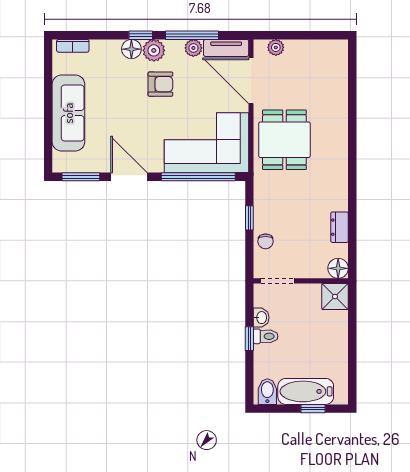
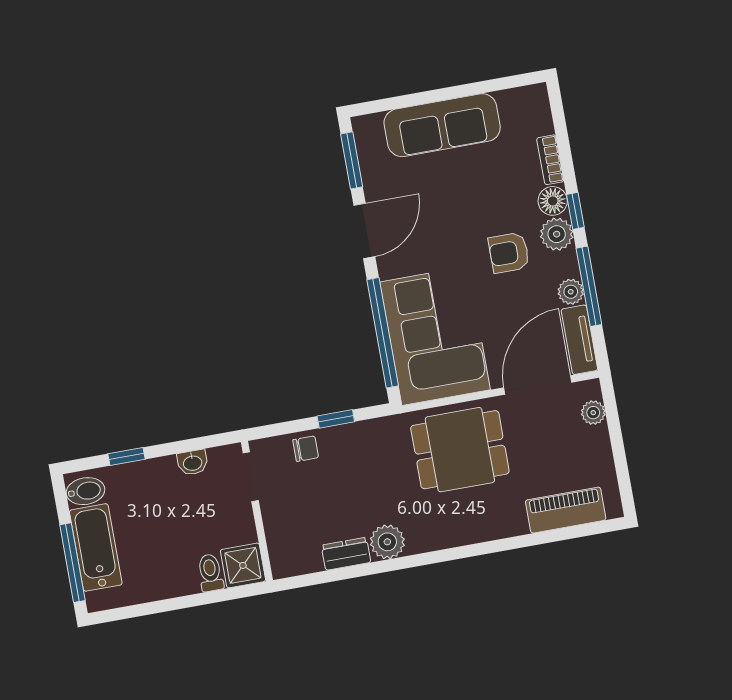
bookcase: (73, 46) -> (550, 160), moved
piano: (337, 77) -> (566, 510), added
armchair: (160, 84) -> (509, 253), turned 90
plant: (337, 199) -> (387, 542), added
chair: (265, 241) -> (306, 449), turned 180
floor lamp: (338, 268) -> (285, 562), removed
toilet: (266, 336) -> (210, 573), moved, turned 180
window: (249, 339) -> (127, 456), moved
window: (313, 409) -> (72, 563), width x2.17

